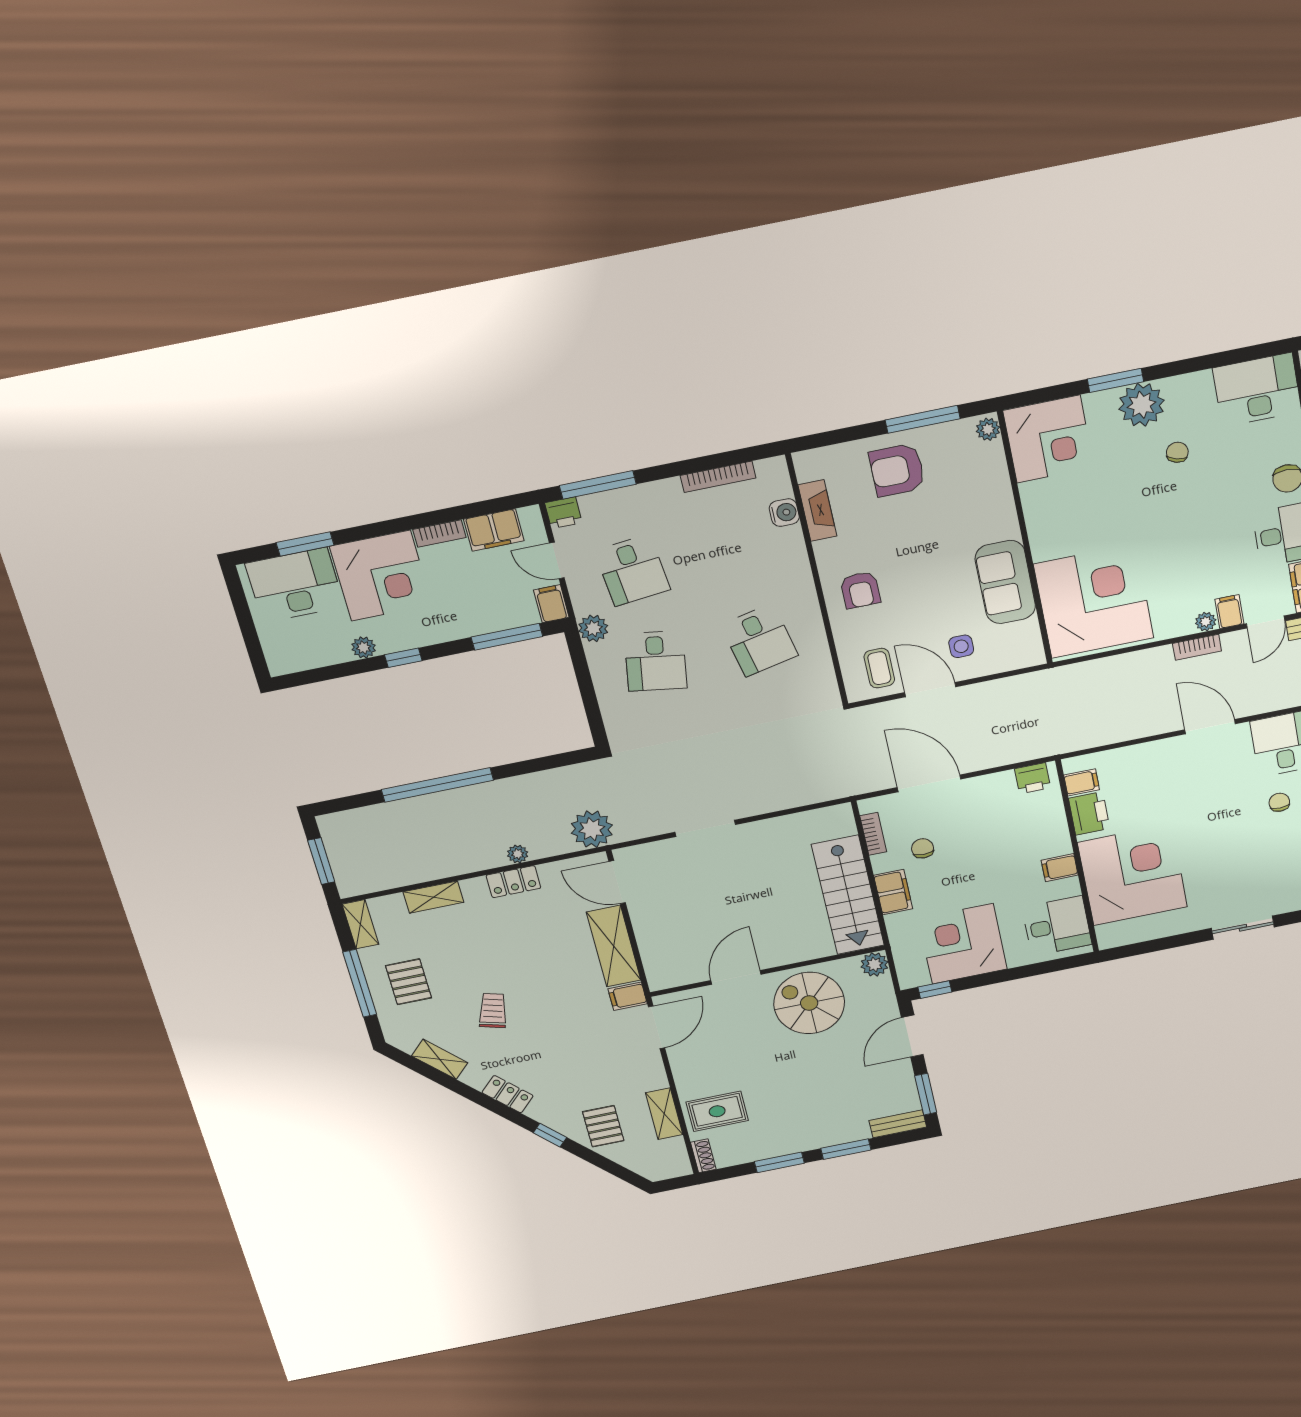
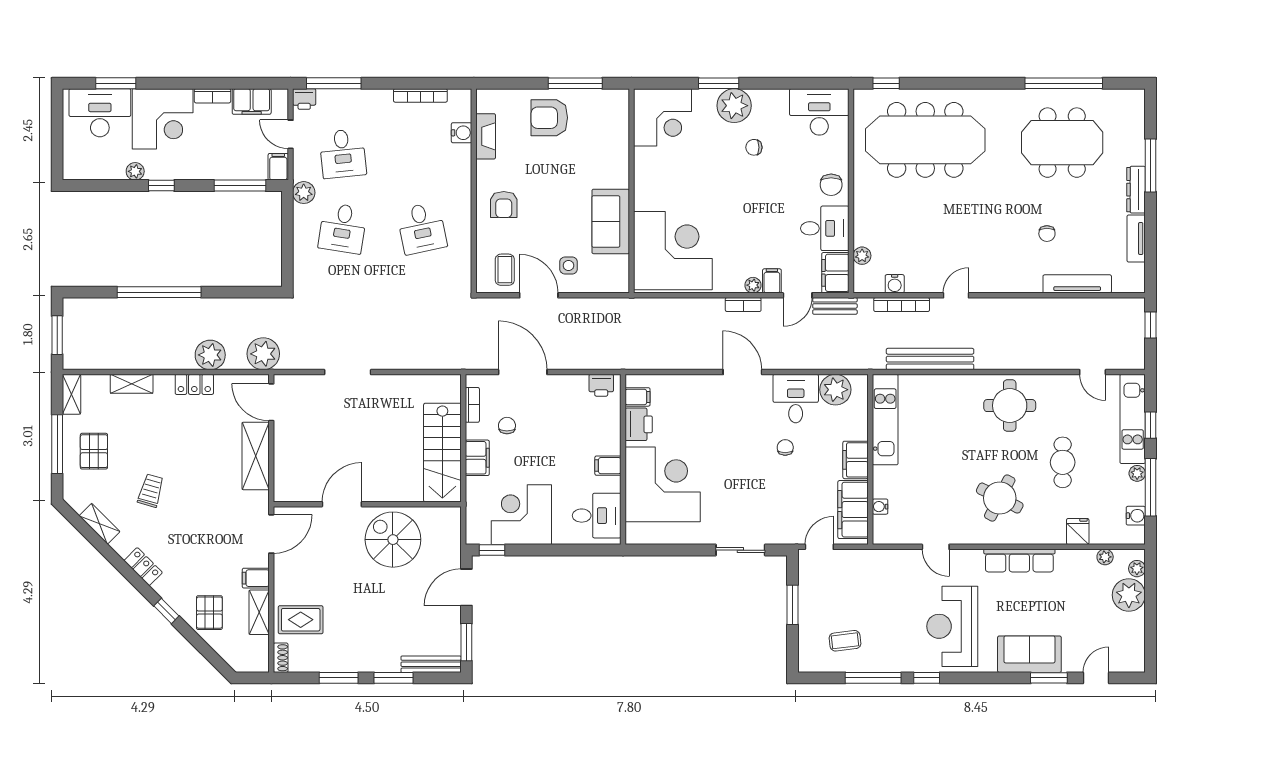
plant: (988, 429) -> (621, 101), removed
chair: (1177, 452) -> (754, 147), turned -106
plant: (518, 854) -> (210, 355), width x1.88, depth x1.88
plant: (874, 964) -> (450, 517), removed
filing cabinet: (628, 996) -> (256, 578), moved
bench: (898, 1124) -> (431, 664), width x1.36

